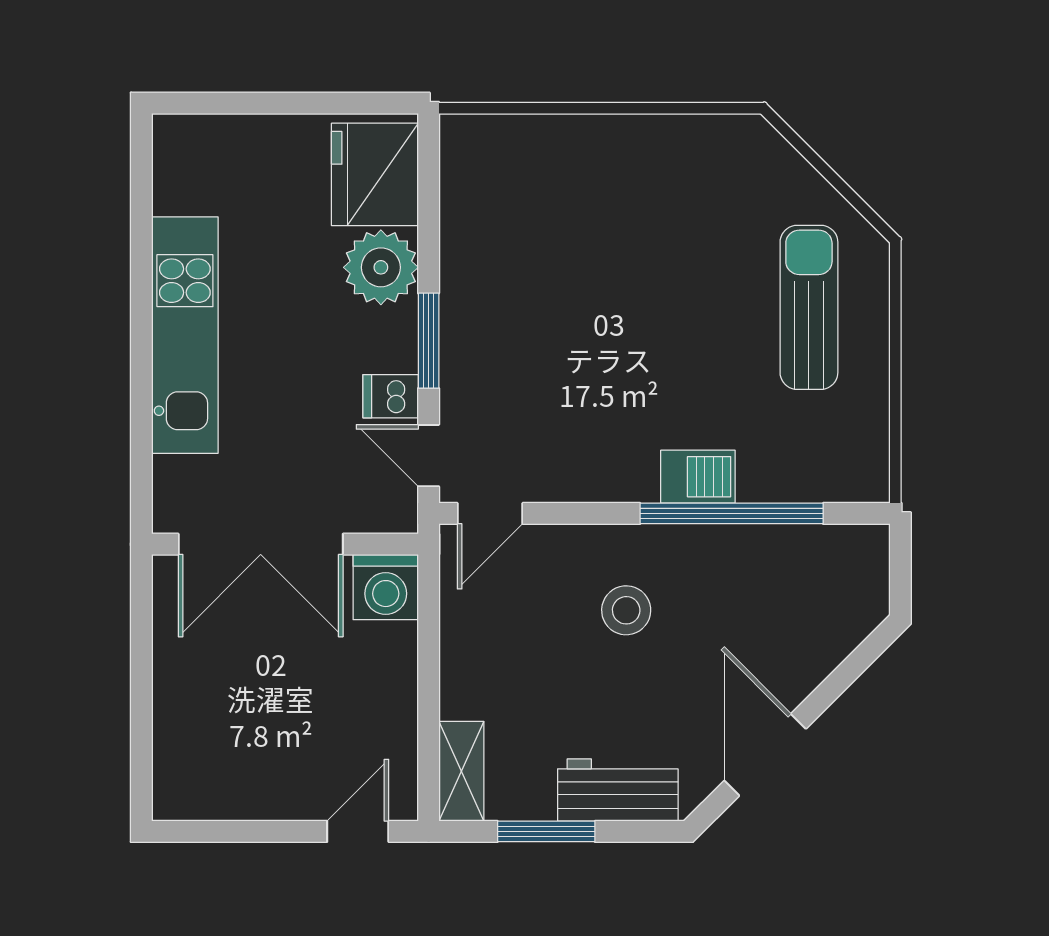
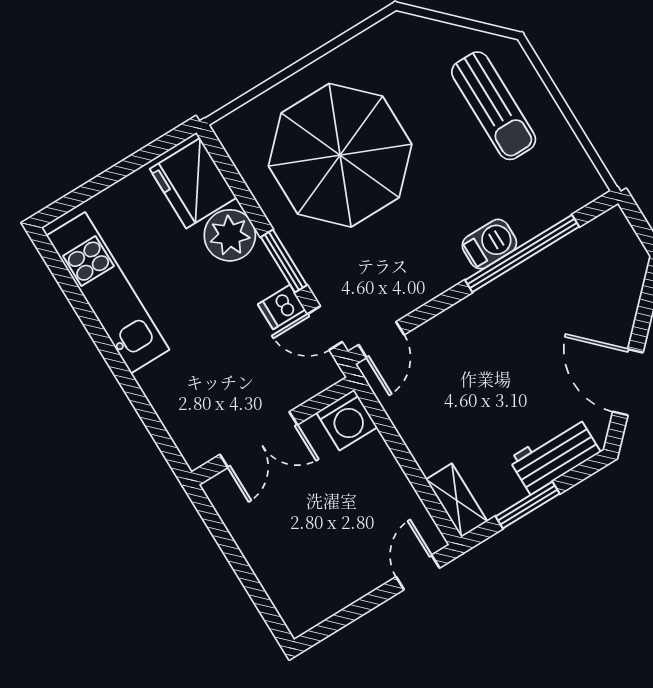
parasol: (580, 252) -> (340, 155), added
sun lounger: (809, 307) -> (494, 106), turned 180
kitchen unit: (185, 335) -> (108, 293), moved
double door: (261, 544) -> (259, 440), width x0.73
stool: (626, 610) -> (495, 348), removed

